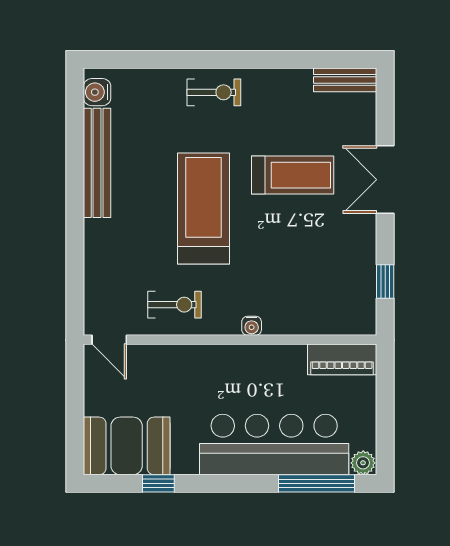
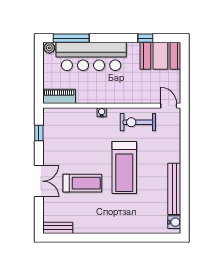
exercise bike: (214, 92) -> (119, 222), removed
treadmill: (293, 175) -> (82, 183), turned 180
exercise bike: (175, 305) -> (138, 122), width x1.38, depth x1.39

